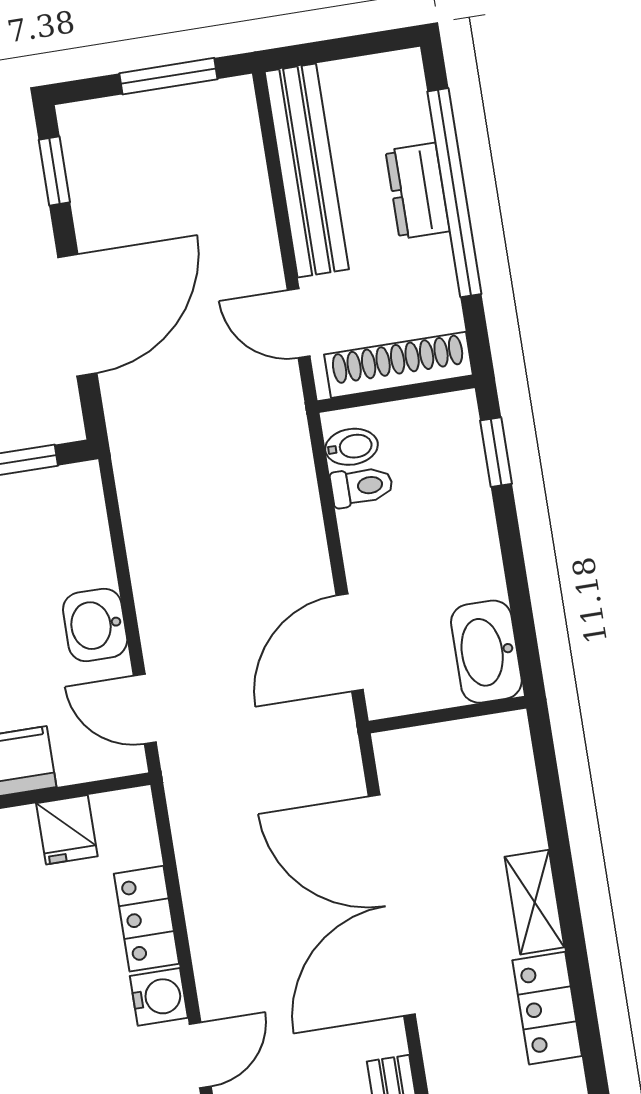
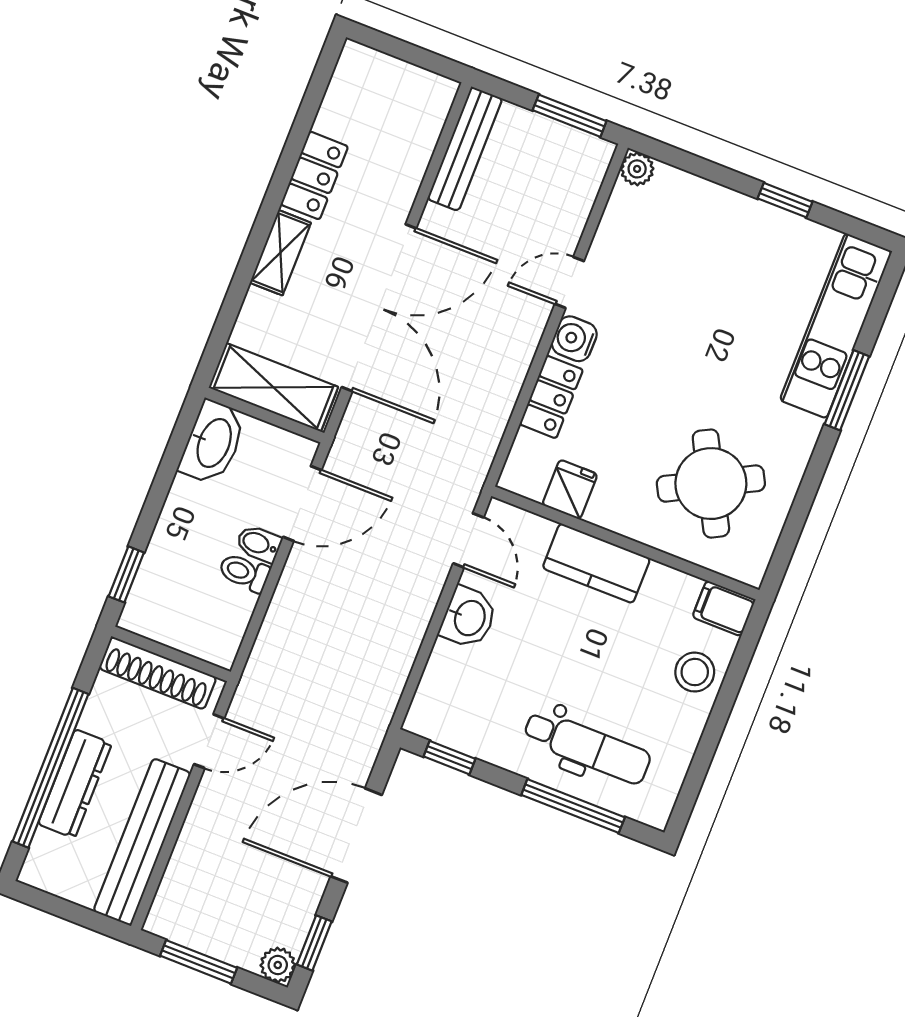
plant: (80, 123) -> (278, 965), added
dresser: (418, 191) -> (75, 784), width x1.44
door: (299, 323) -> (209, 741), hinge flipped
bidet: (351, 447) -> (259, 544), moved
toilet: (362, 486) -> (244, 573), moved
shelving: (456, 751) -> (273, 387), added

